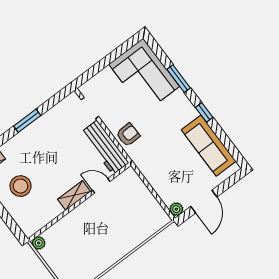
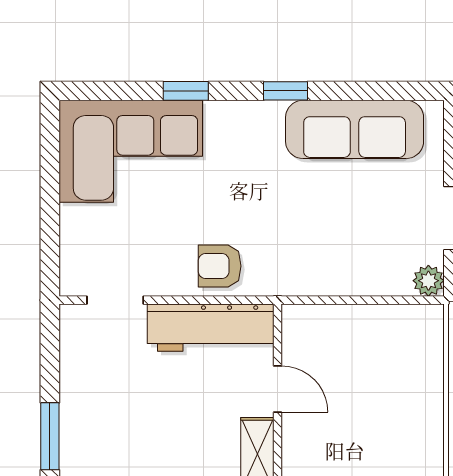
window: (179, 79) -> (186, 91), width x0.67
armchair: (128, 135) -> (220, 266), turned -88
door: (101, 186) -> (278, 389), swing flipped

